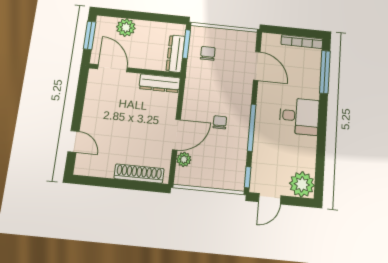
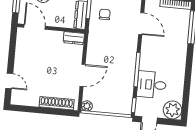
dresser: (160, 83) -> (74, 38), width x0.70
desk: (299, 116) -> (152, 85), moved, turned 180
chair: (220, 122) -> (114, 66), removed
plant: (184, 159) -> (87, 106), moved

